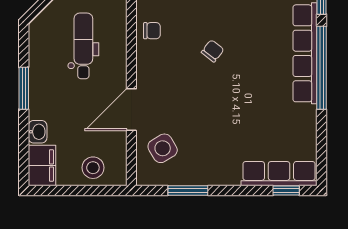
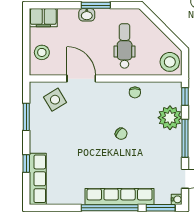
dental chair: (83, 46) -> (125, 46), turned -90
washbasin: (38, 132) -> (87, 15), moved
window: (286, 191) -> (26, 163), moved

